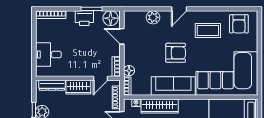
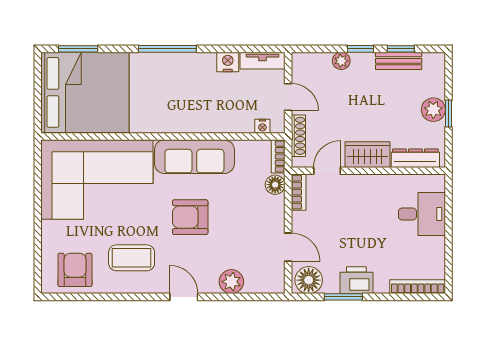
door: (179, 9) -> (184, 297), hinge flipped
wardrobe: (160, 106) -> (219, 120), removed

